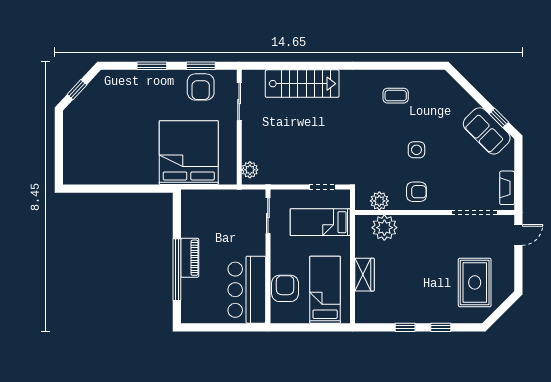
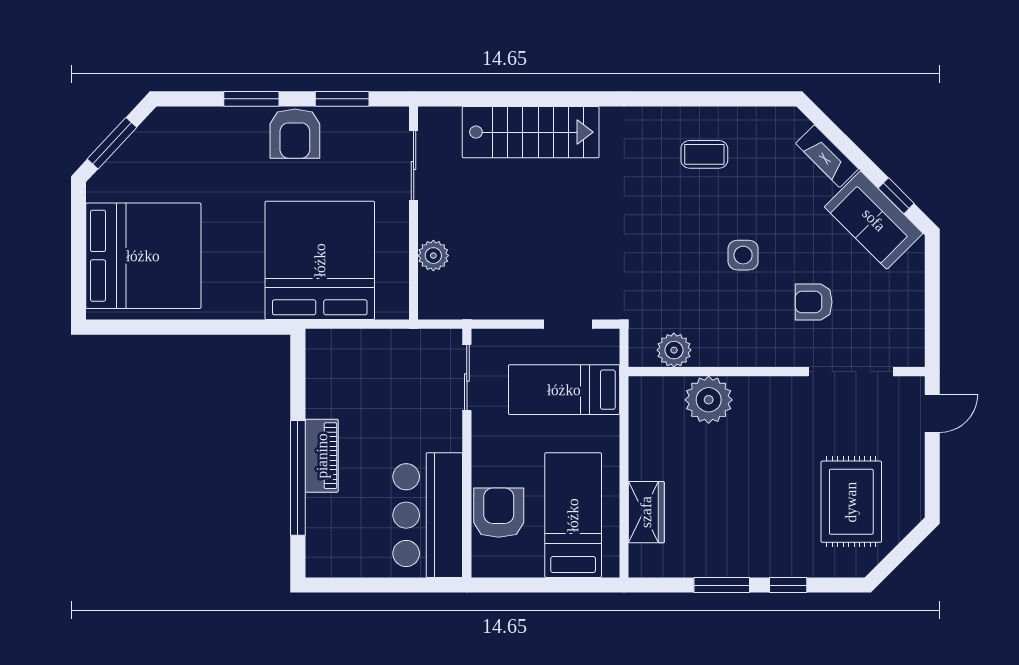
armchair: (201, 87) -> (295, 134), moved
window: (77, 90) -> (112, 143), width x1.50
bed: (94, 150) -> (143, 256), added
plant: (250, 170) -> (433, 256), moved
fireplace: (507, 188) -> (827, 156), moved, turned -45
armchair: (416, 192) -> (814, 302), moved, turned 180
plant: (384, 228) -> (709, 400), moved
wardrobe: (364, 275) -> (646, 512), moved
window: (405, 327) -> (722, 585), width x1.50

